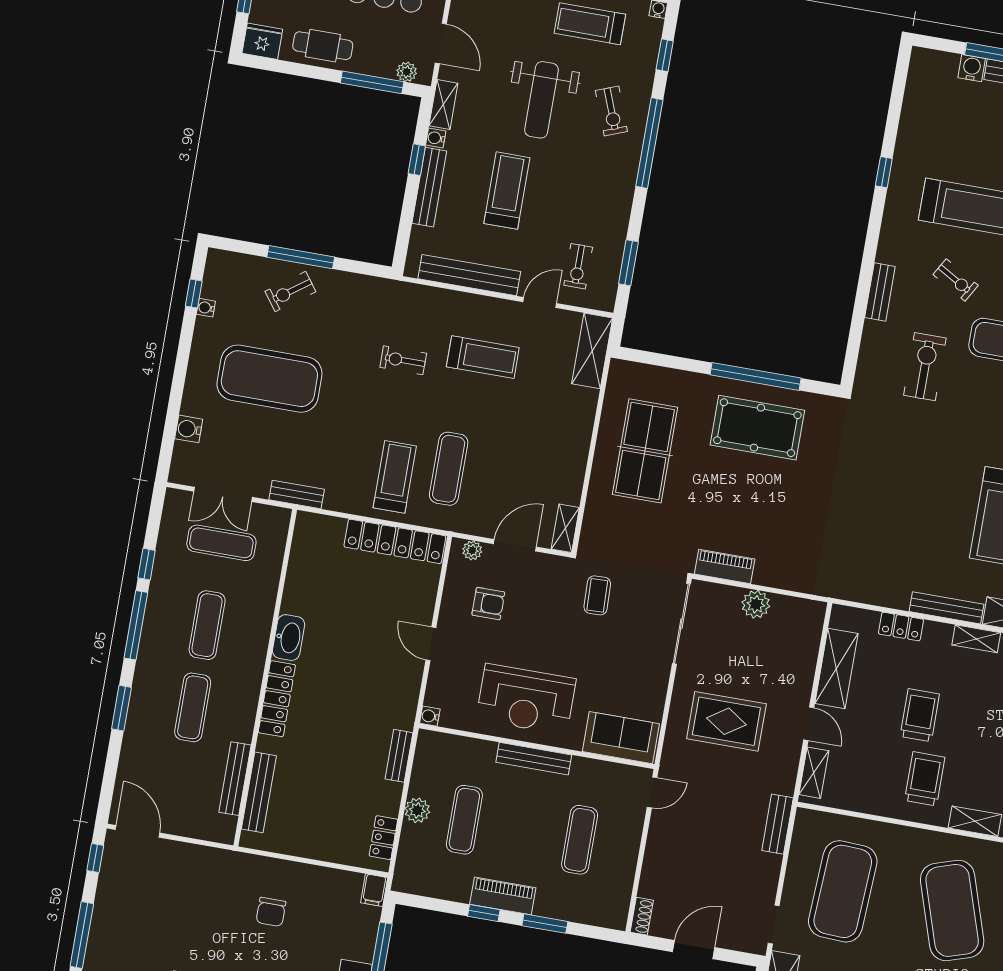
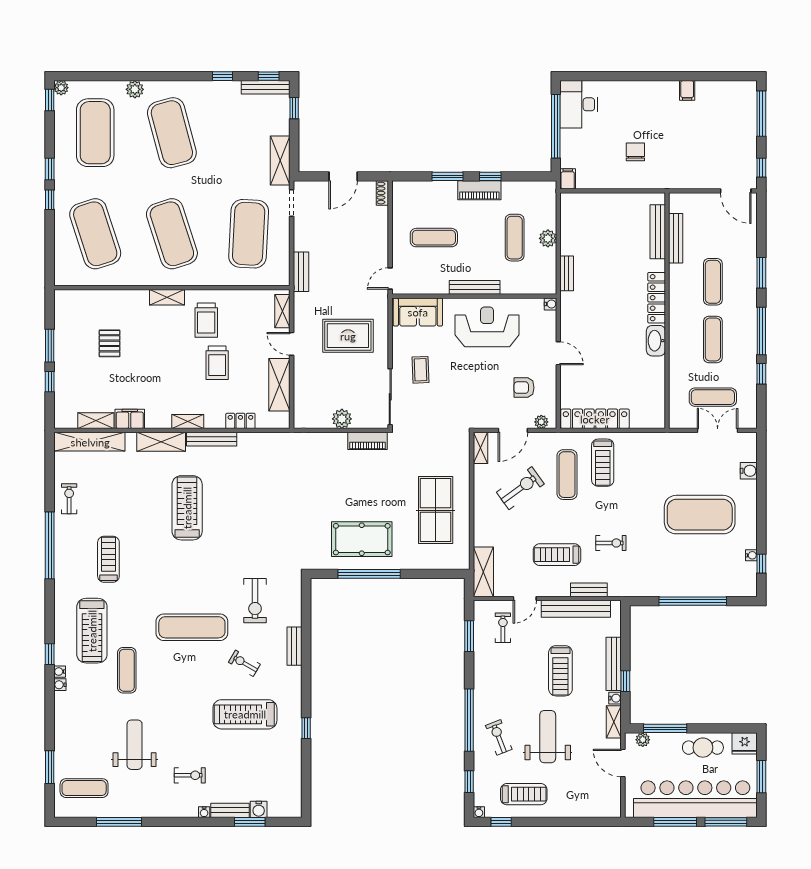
window: (301, 257) -> (693, 601), width x1.46
exercise bike: (290, 291) -> (520, 488), moved, width x1.38, depth x1.39
bench: (297, 494) -> (589, 590), moved
coffee table: (597, 595) -> (421, 370), moved
locker: (383, 838) -> (568, 216), removed
exercise mat: (580, 840) -> (434, 238), turned 90

